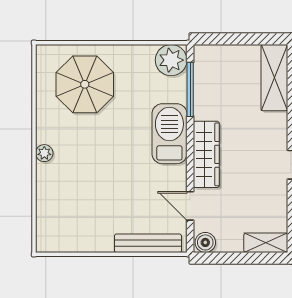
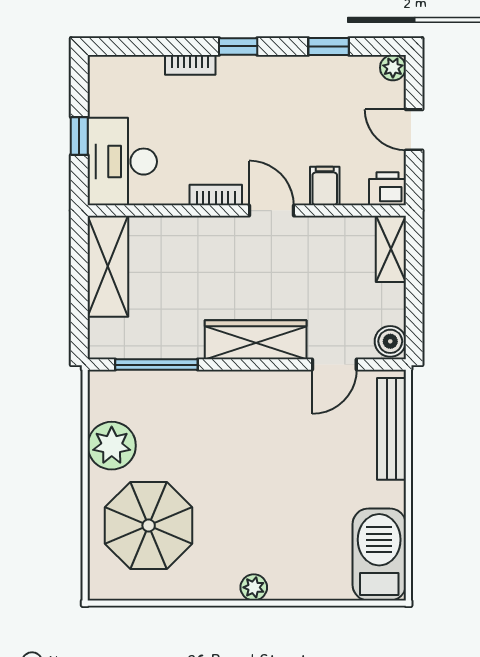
plant: (171, 60) -> (112, 446), moved
shelving: (274, 78) -> (108, 266), moved, turned 90
barbecue: (169, 134) -> (379, 554), moved, turned 90

